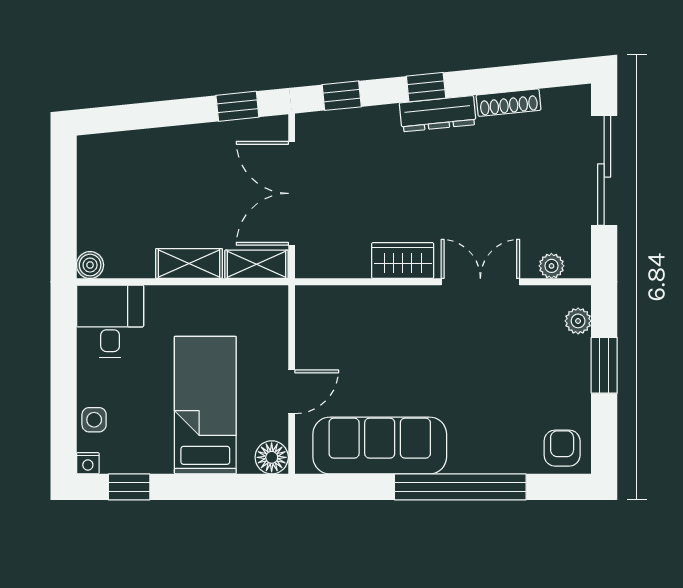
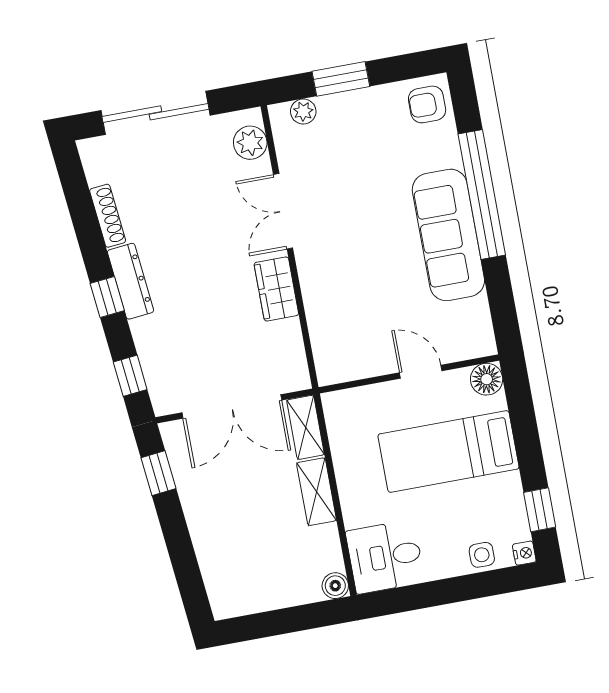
plant: (551, 266) -> (250, 143), width x1.38, depth x1.38
sofa: (380, 446) -> (448, 235), moved

